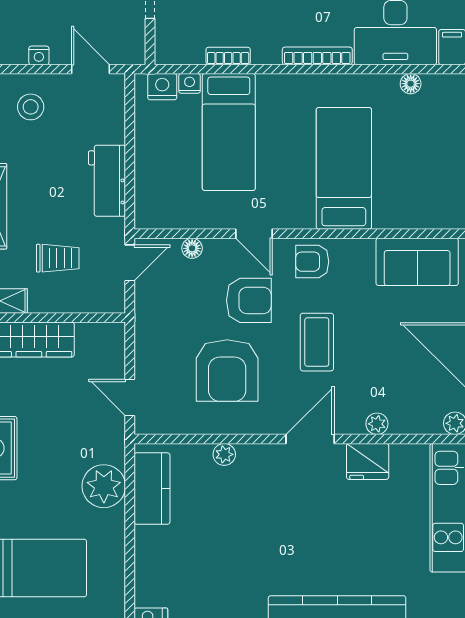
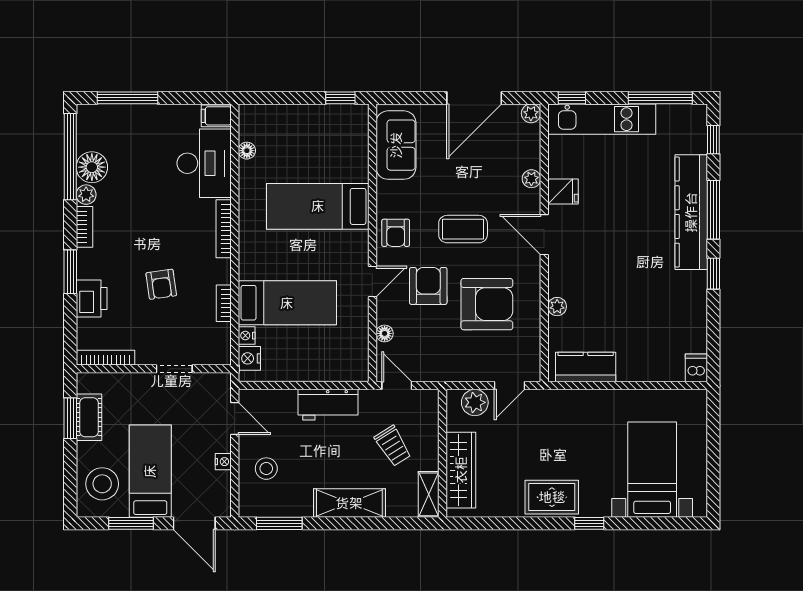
door: (91, 69) -> (235, 418), swing flipped
trolley: (58, 258) -> (393, 446), turned 148
fridge: (368, 461) -> (563, 191), width x0.72
plant: (104, 486) -> (475, 402), moved, width x0.73, depth x0.73

